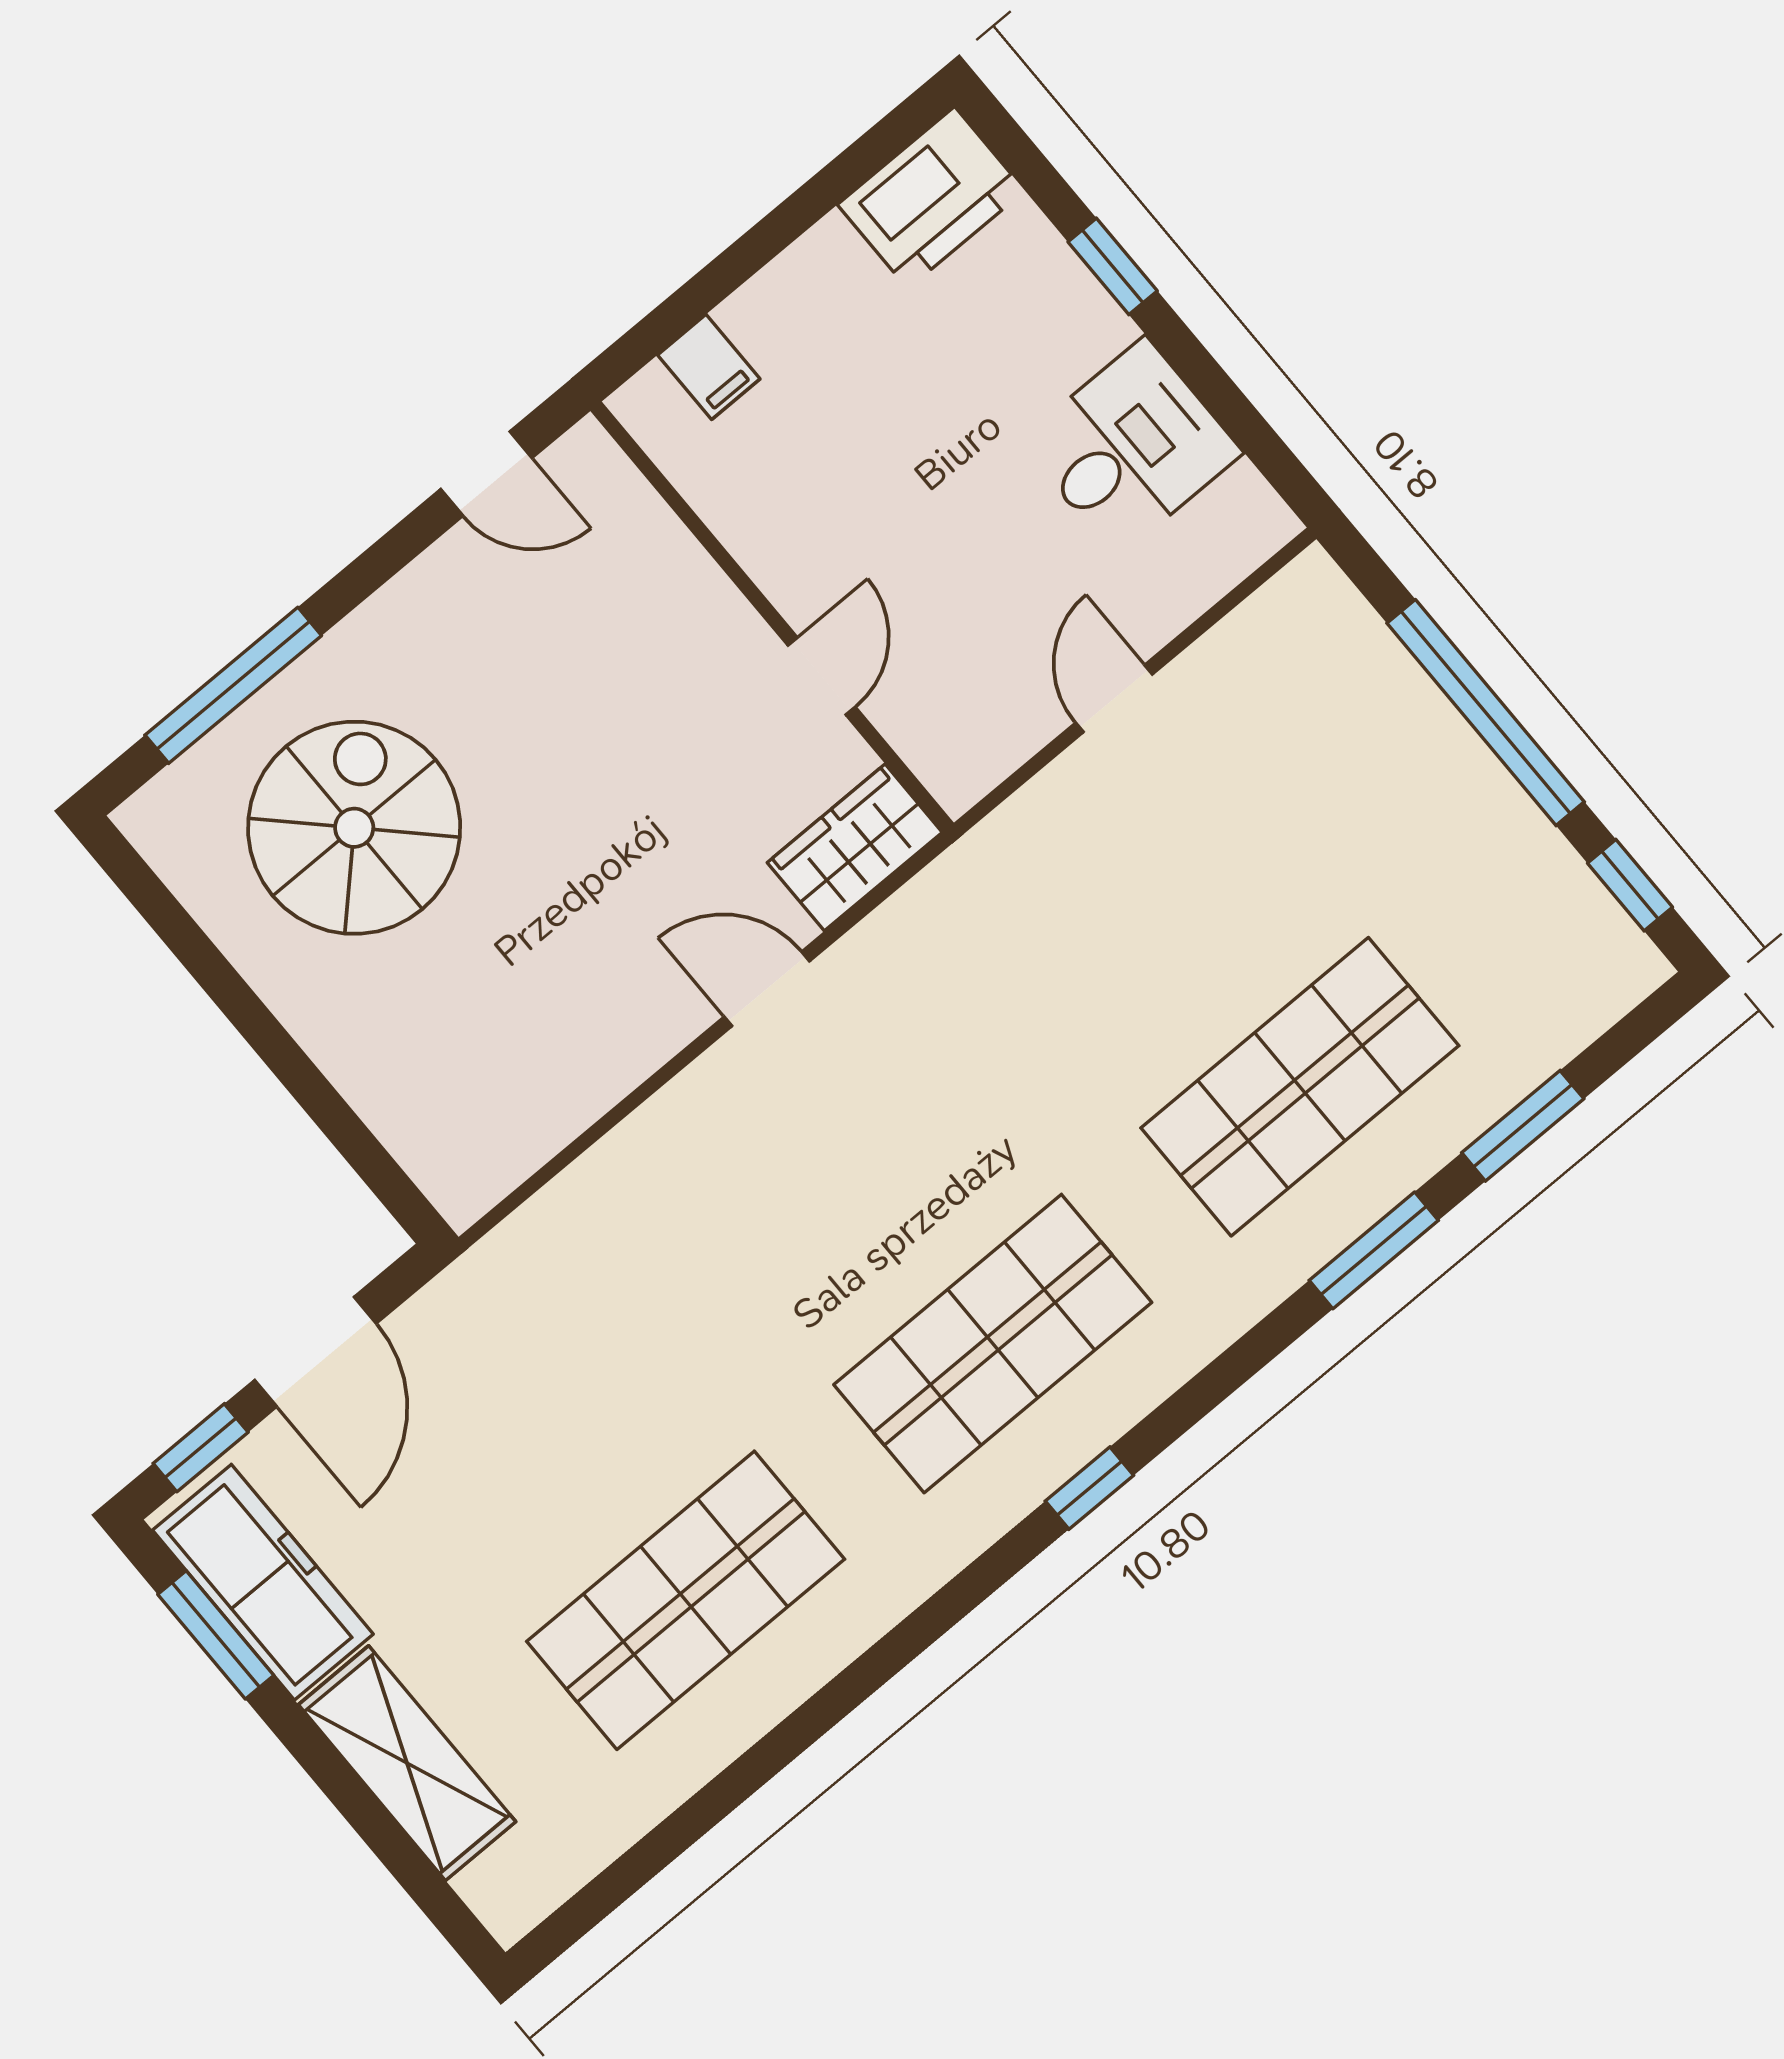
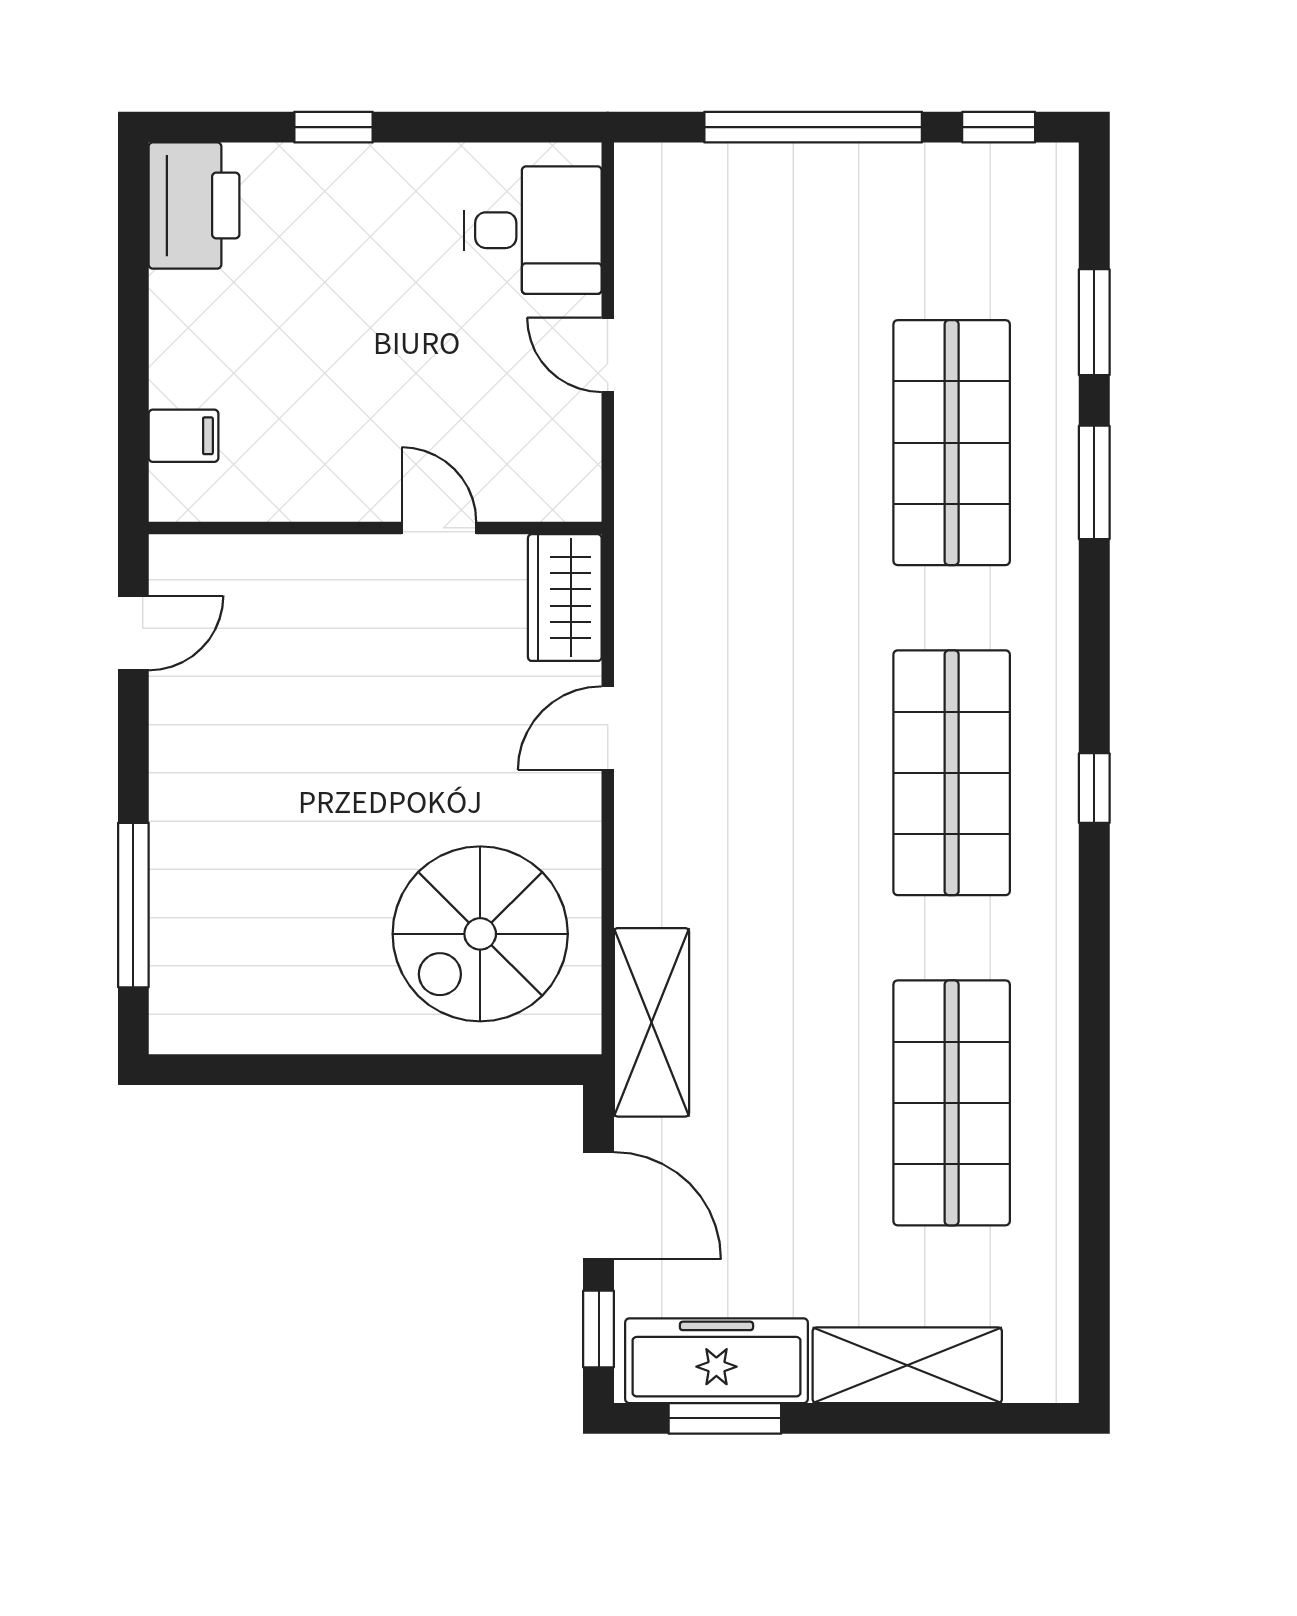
desk: (1131, 447) -> (533, 230), moved, turned 90
spiral stairs: (354, 828) -> (480, 934), moved, turned -90
shelving: (527, 1258) -> (652, 1022), added

